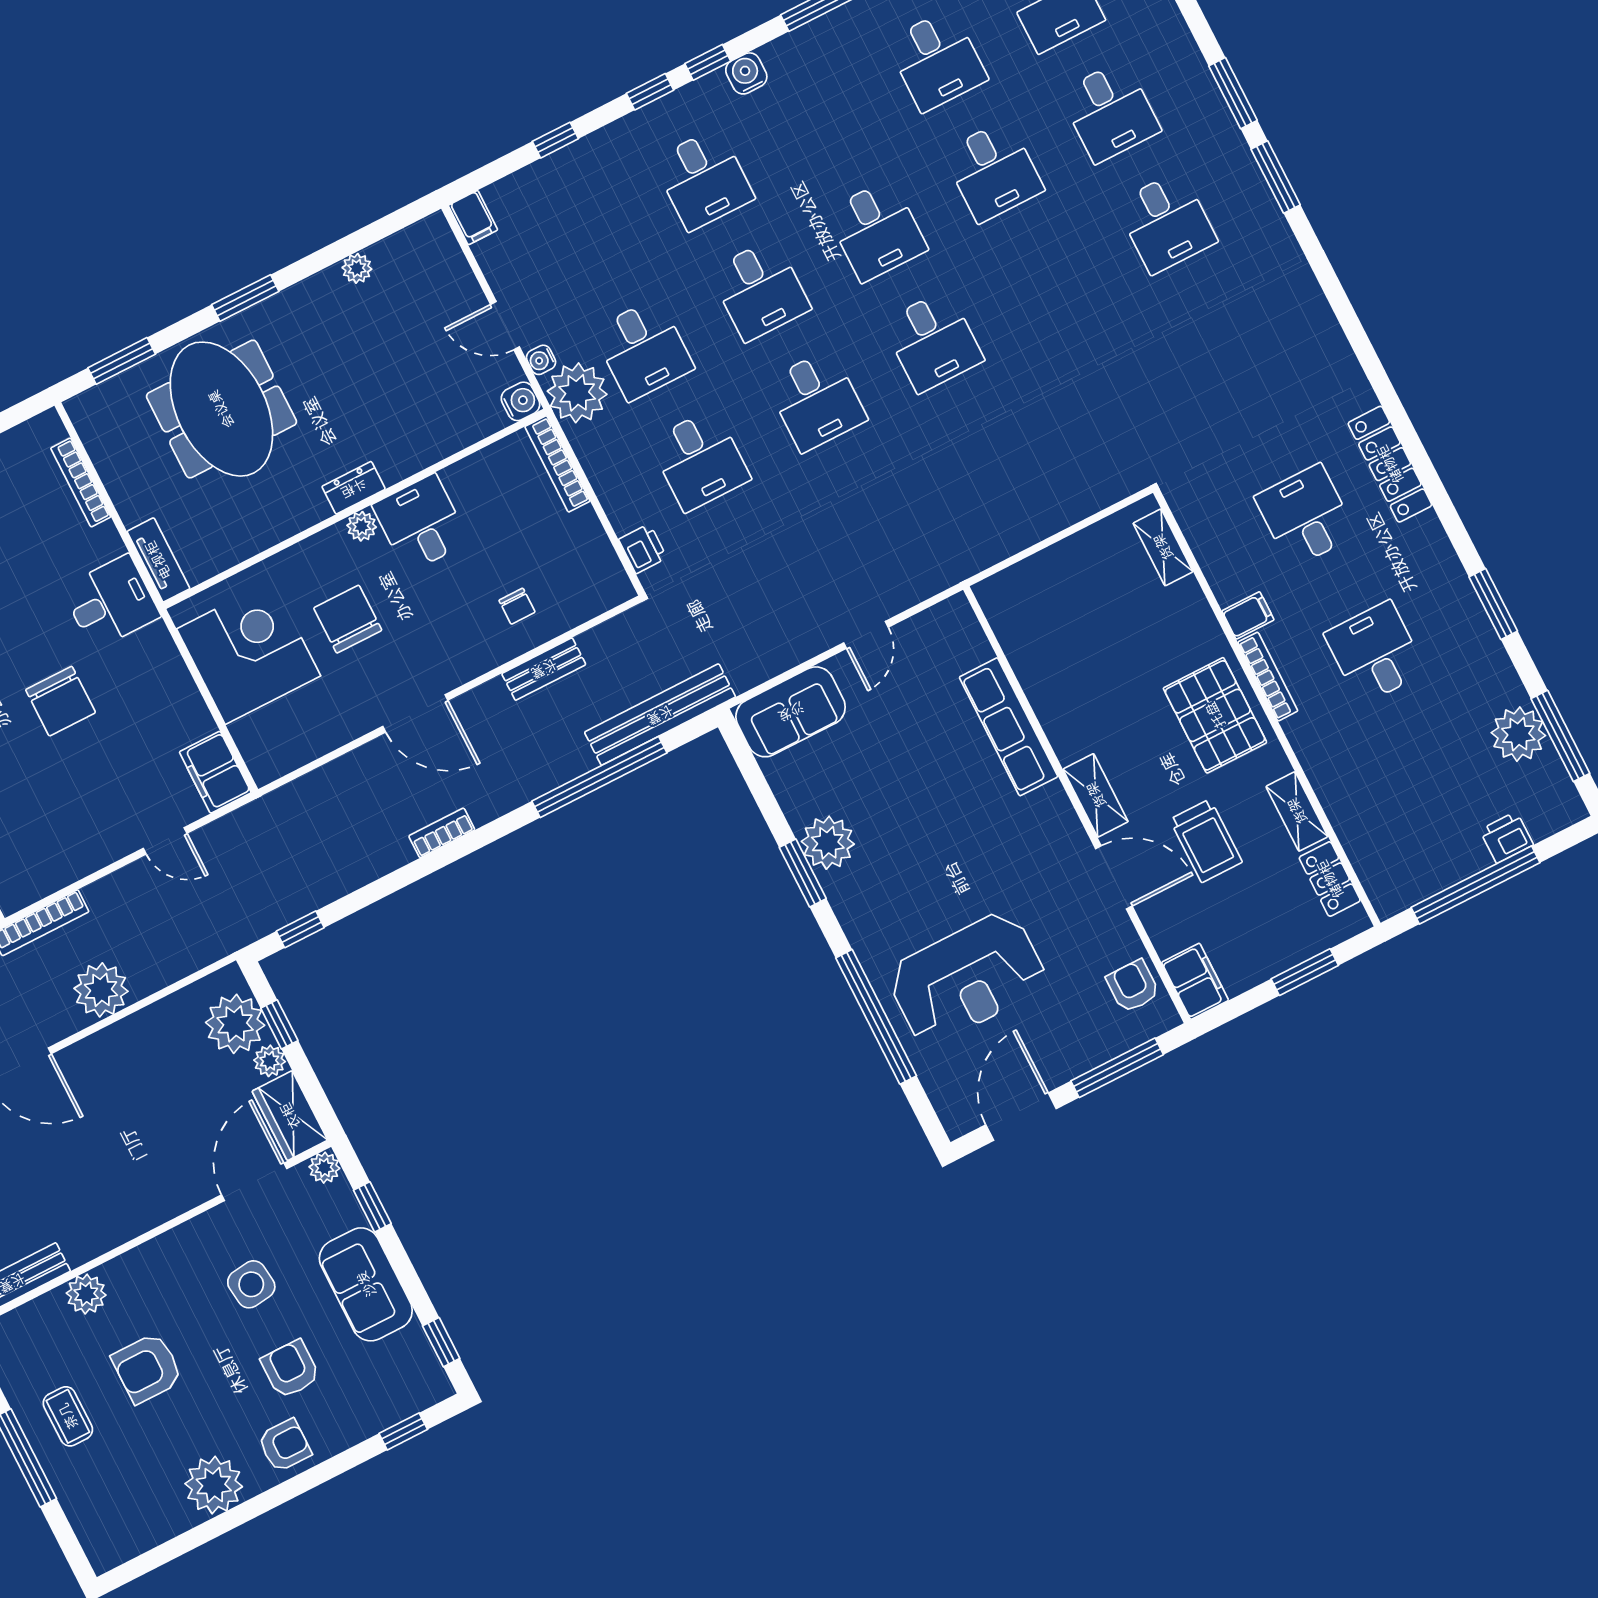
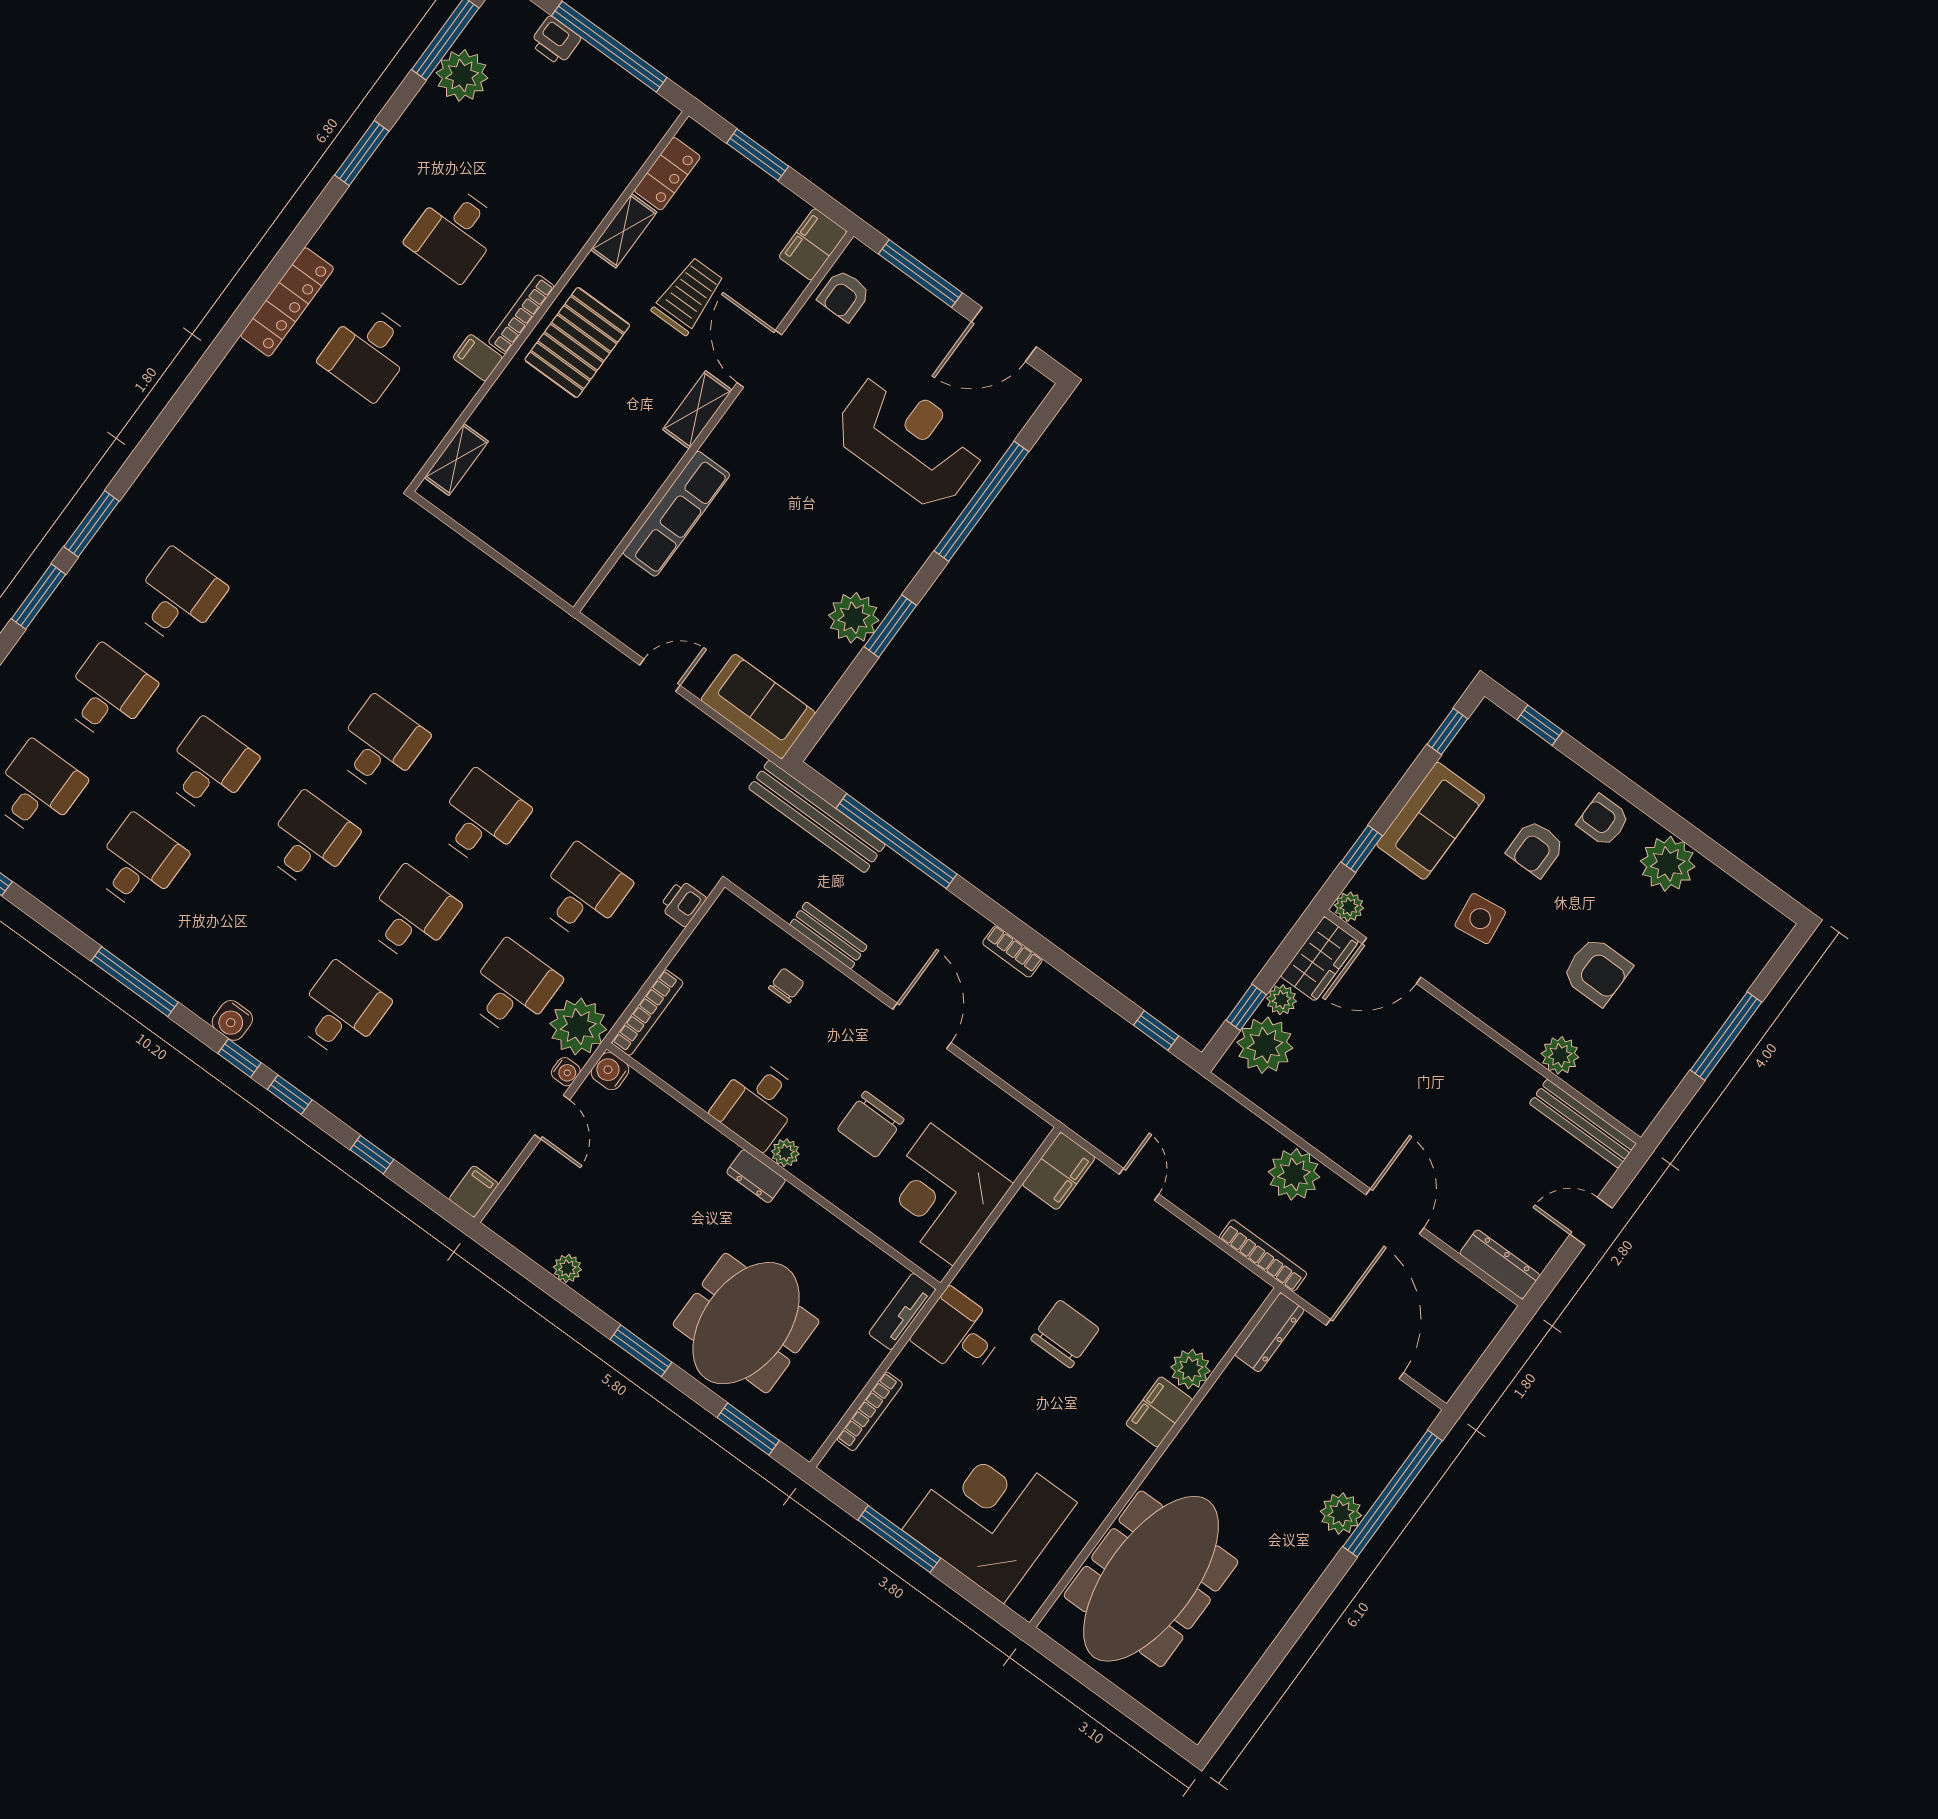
coffee table: (68, 1416) -> (1672, 1018), removed

